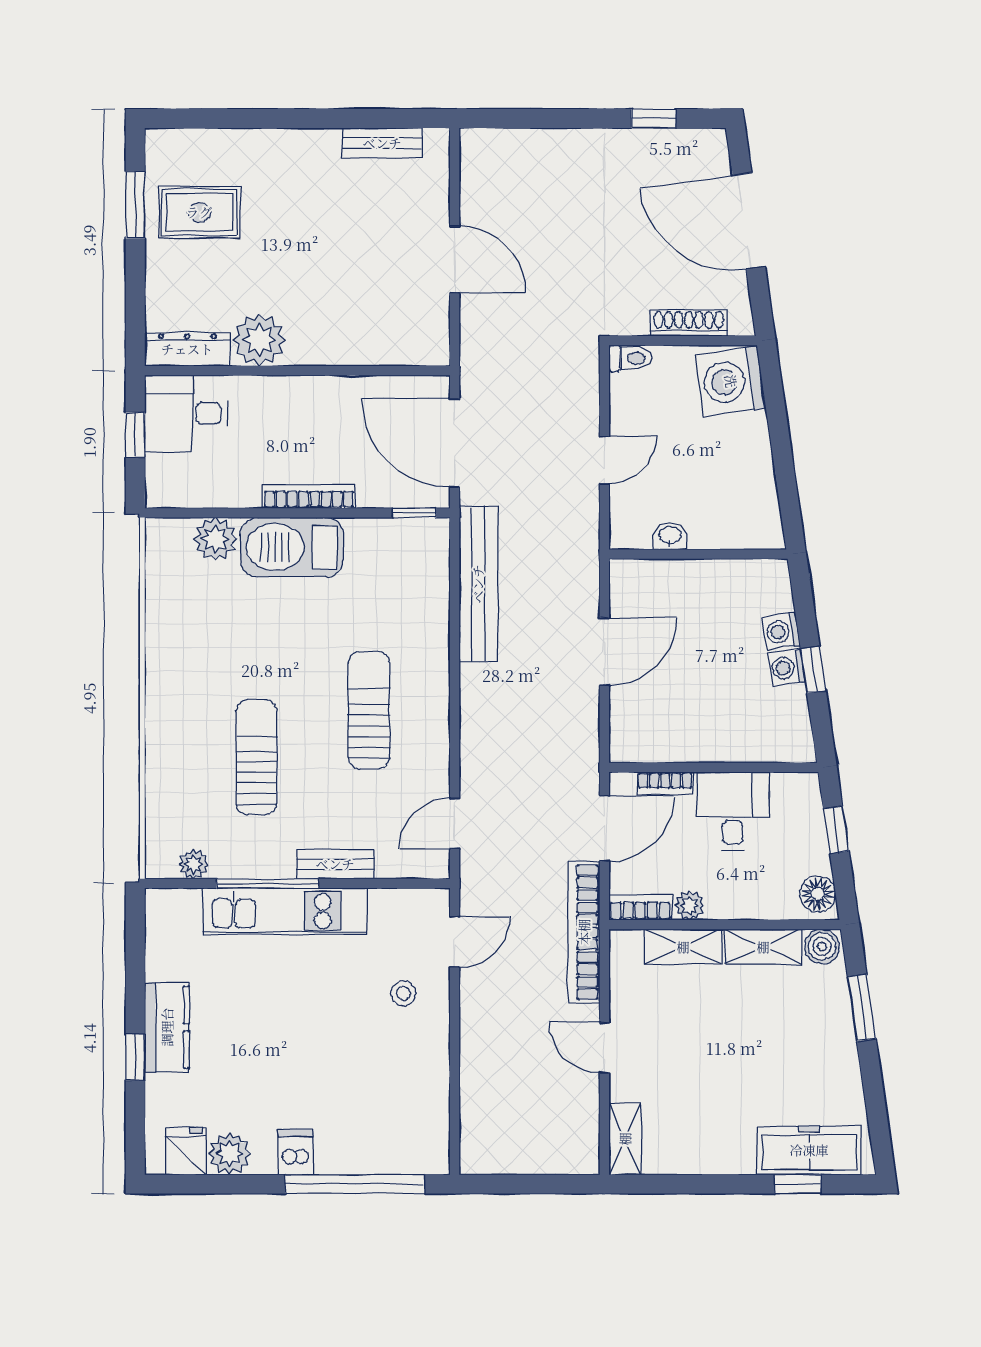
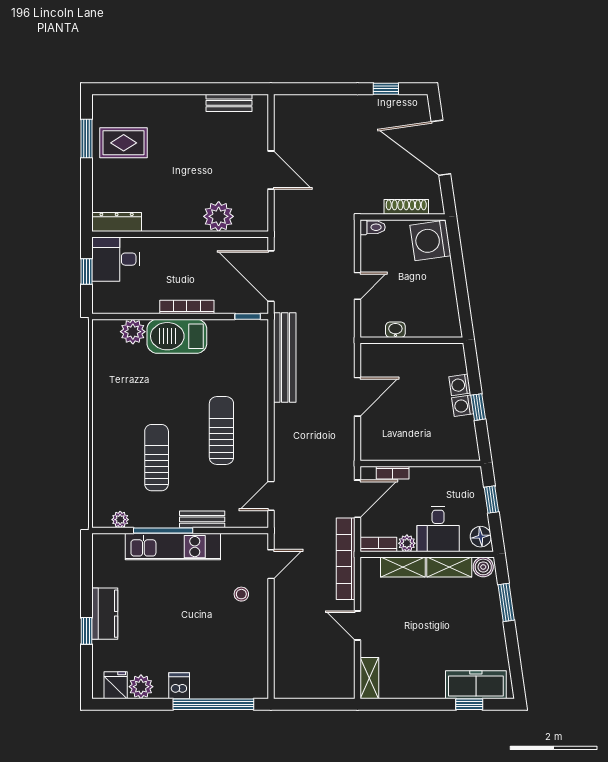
plant: (260, 340) -> (219, 216), moved
desk: (733, 811) -> (438, 529), moved, turned 180

